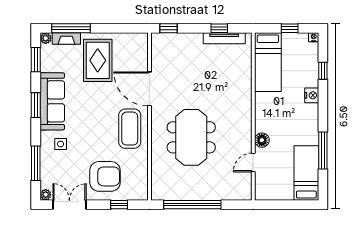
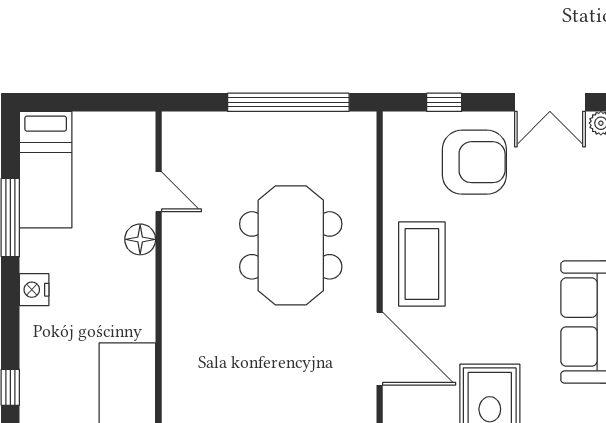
nightstand: (312, 95) -> (34, 290), moved
side table: (61, 144) -> (569, 231), removed
door: (253, 163) -> (159, 192), hinge flipped
armchair: (105, 176) -> (474, 162), turned 180

